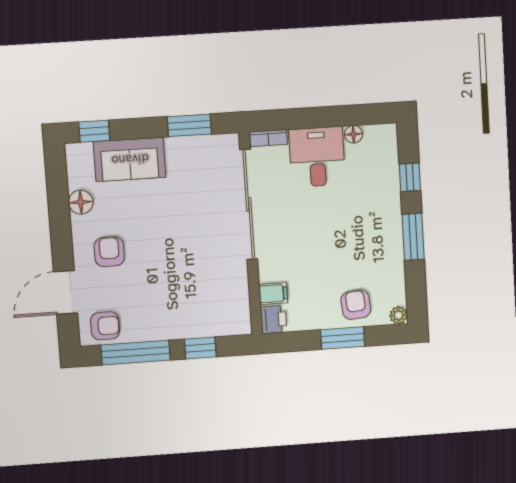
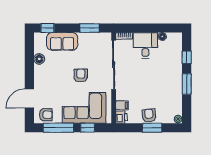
armchair: (109, 252) -> (81, 75), moved
corner sofa: (190, 305) -> (84, 108), added
armchair: (356, 305) -> (149, 115), moved

